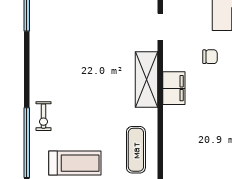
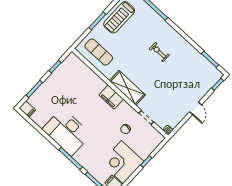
chair: (210, 57) -> (125, 129), moved
exercise bike: (43, 116) -> (159, 52), moved

